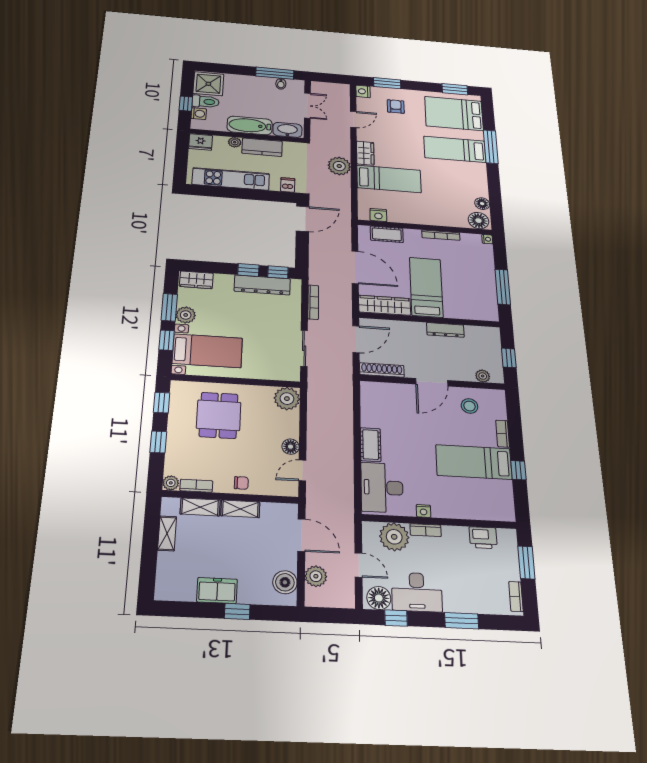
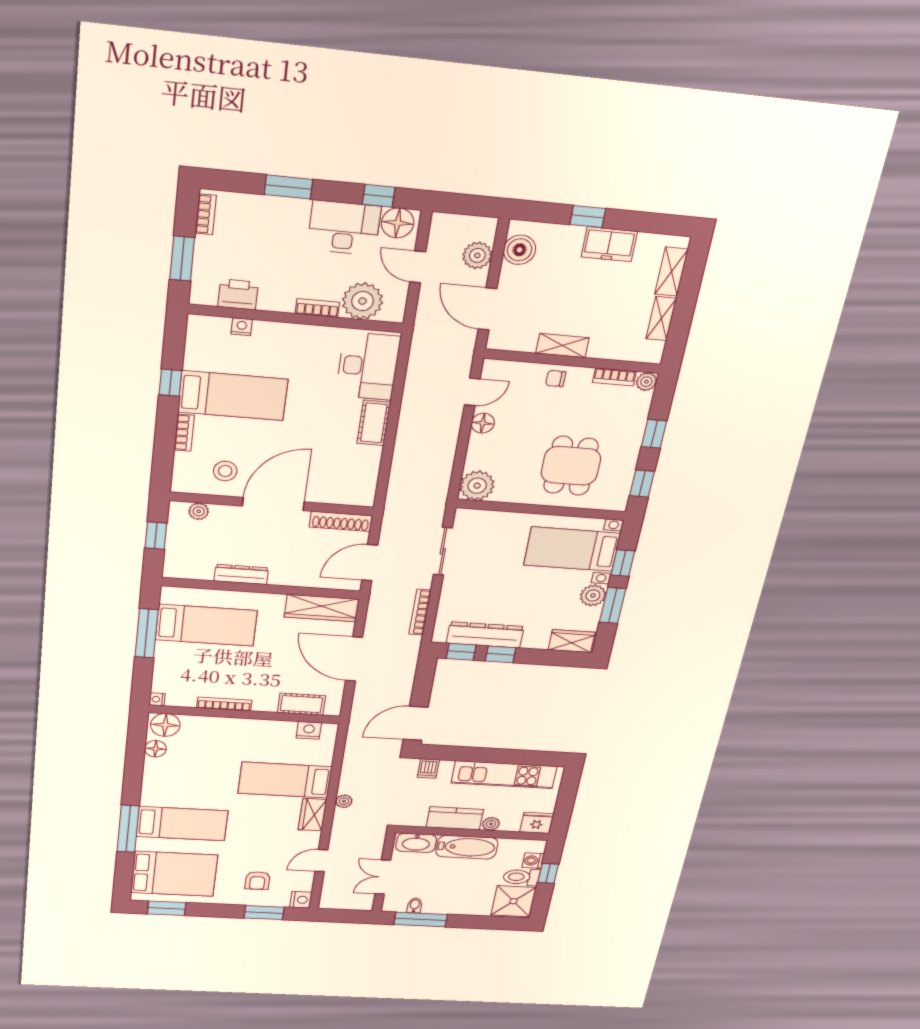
plant: (339, 166) -> (344, 801), width x0.53, depth x0.53
bed: (426, 287) -> (206, 625), moved, turned -90
door: (432, 382) -> (273, 504), width x1.36
shelving: (200, 507) -> (671, 272), moved, turned 90
nightstand: (424, 511) -> (242, 327), moved

